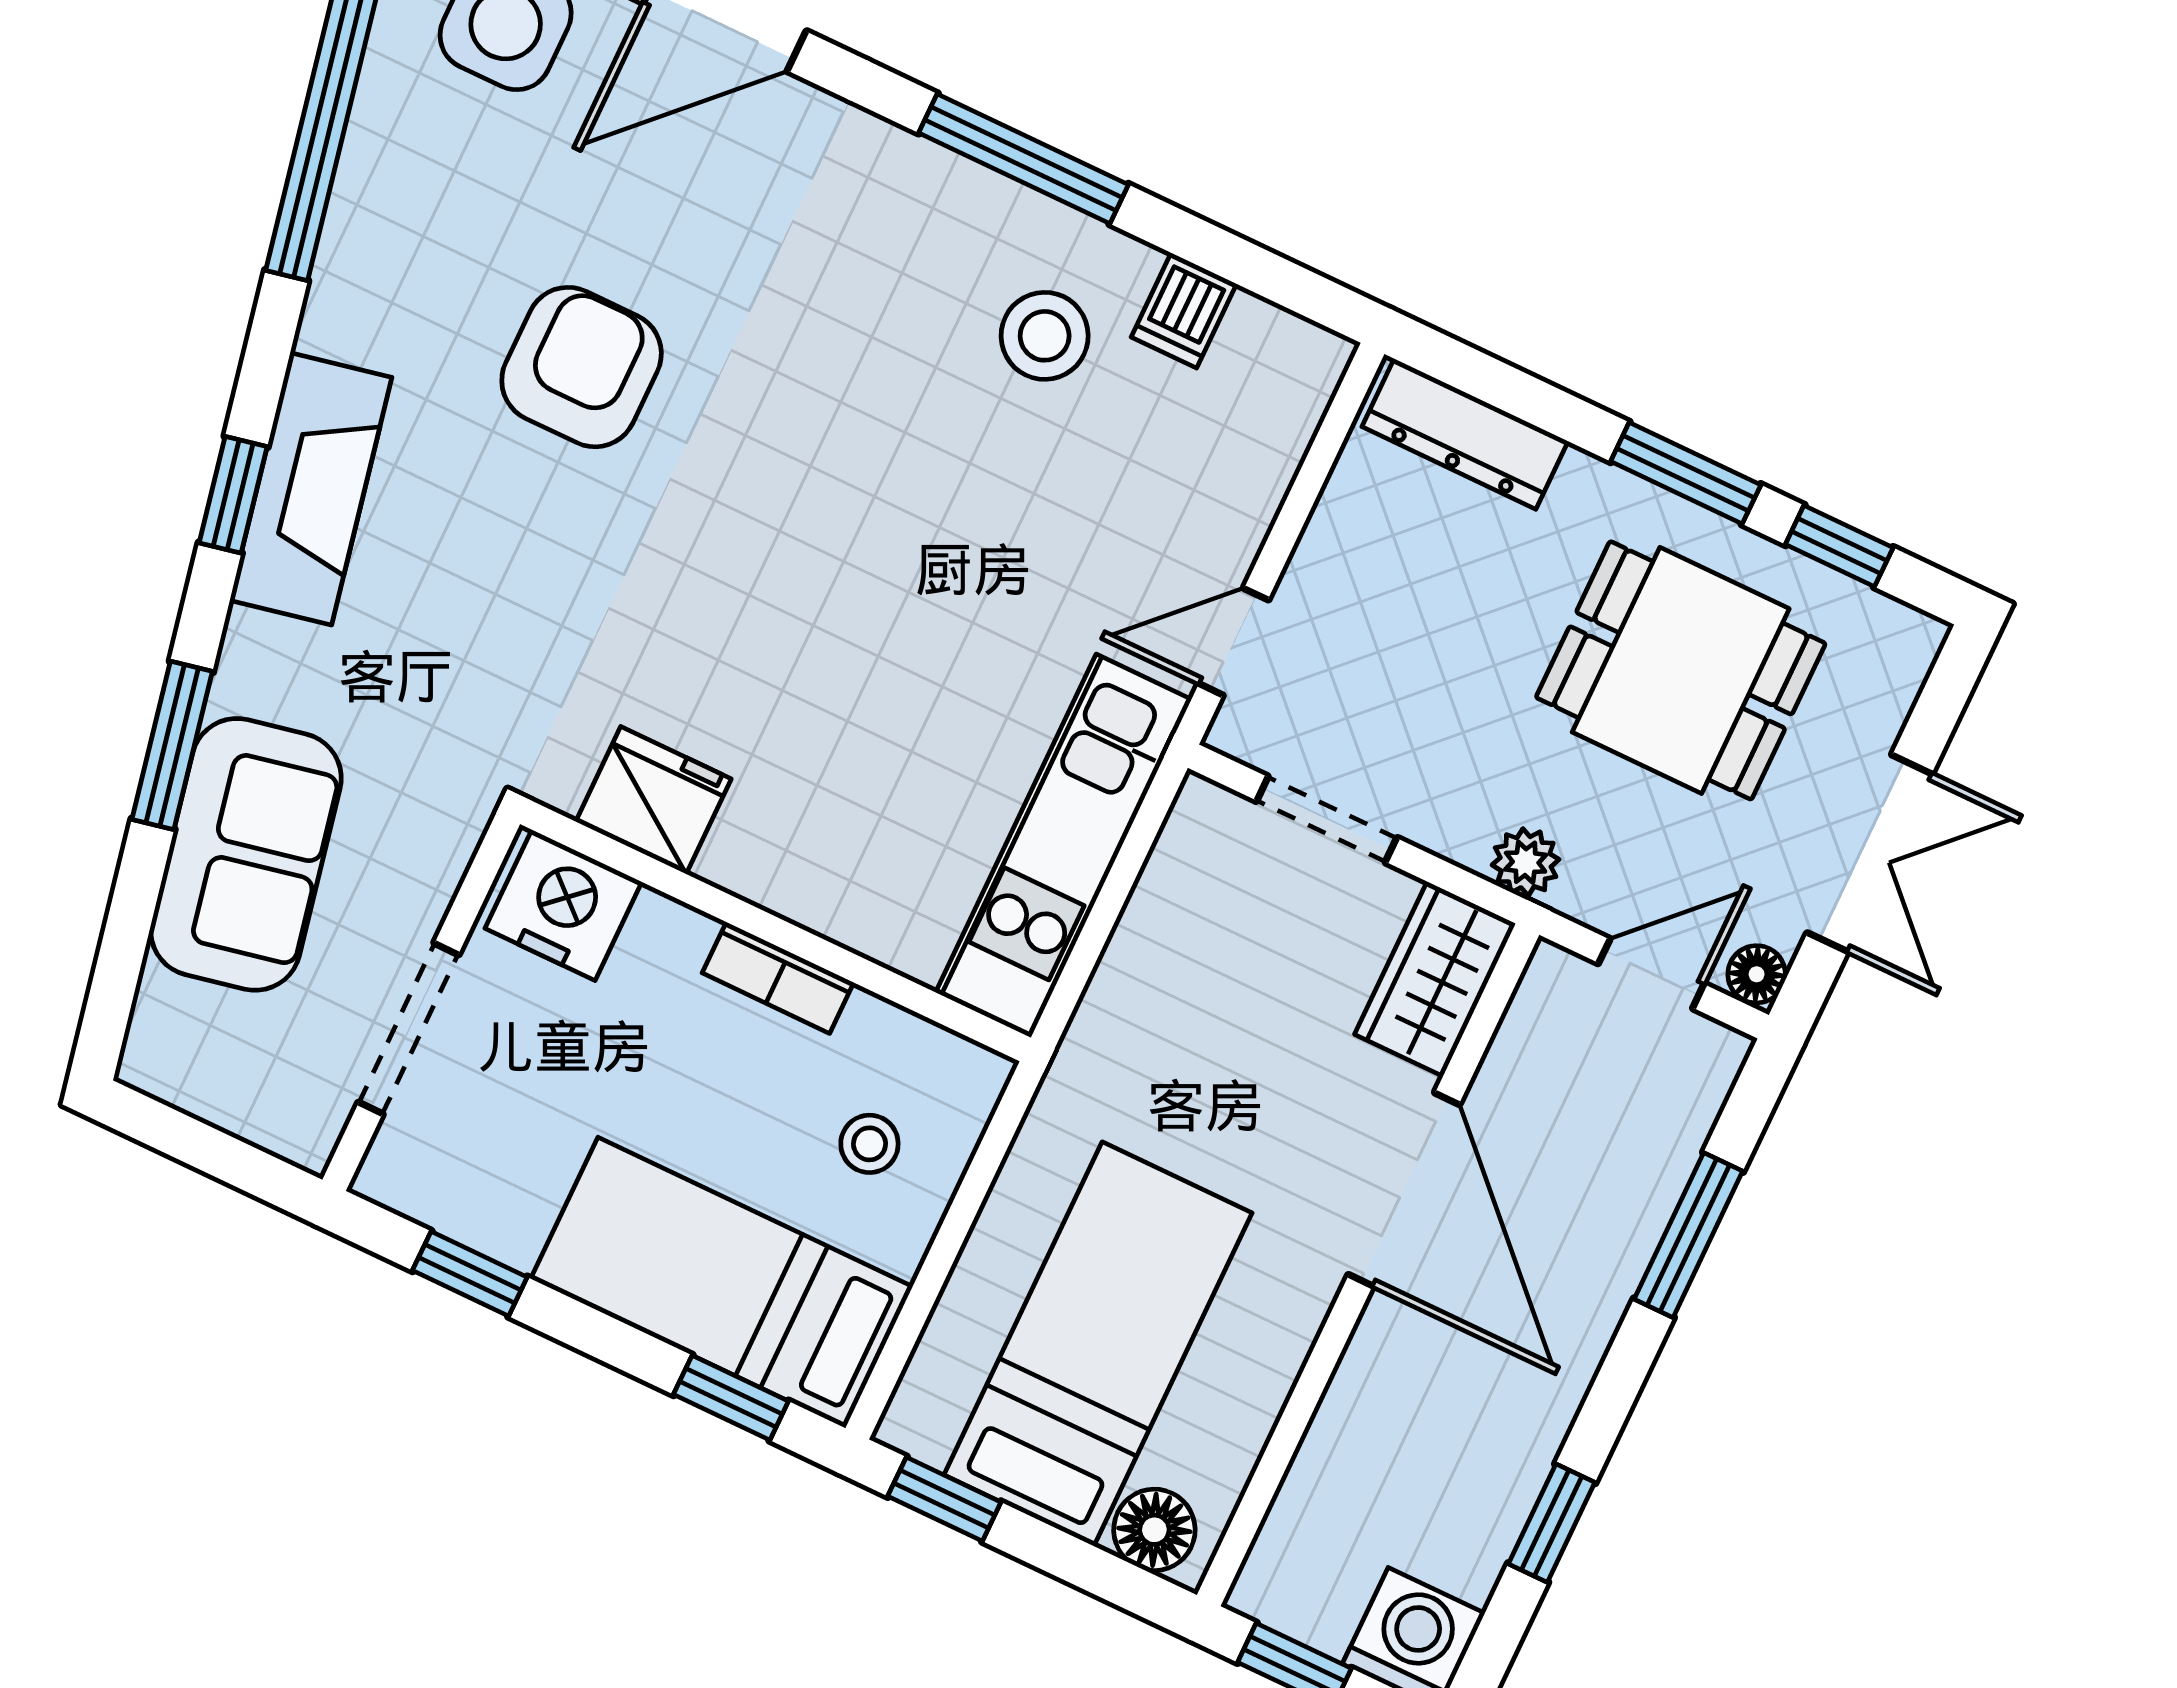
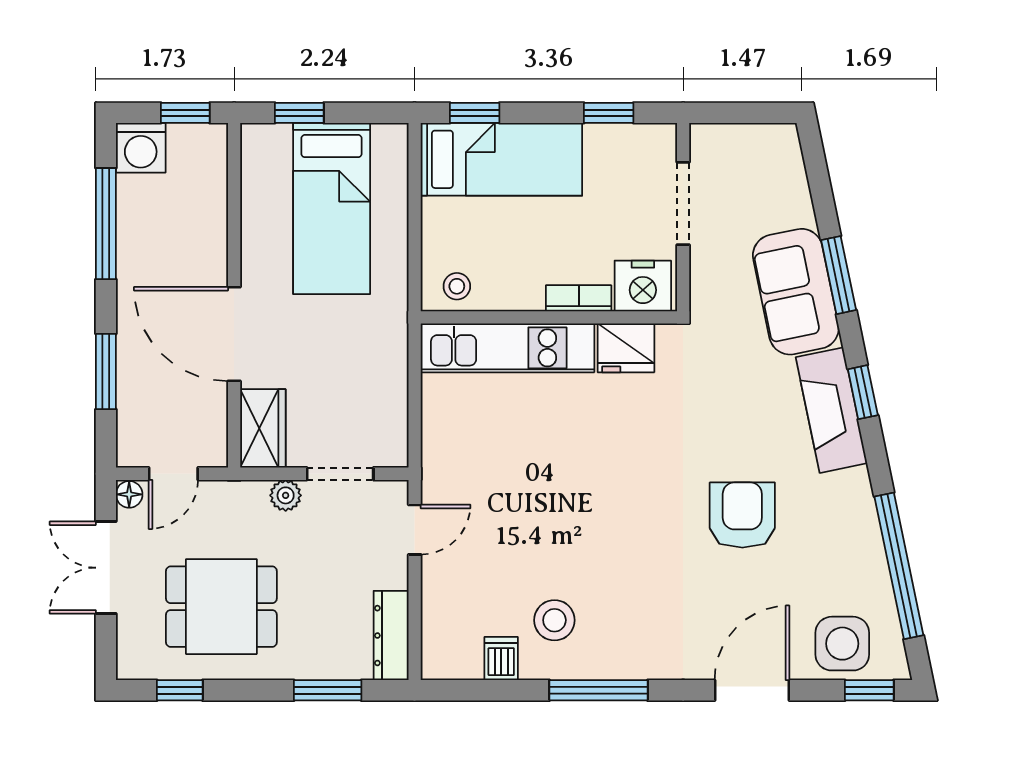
armchair: (582, 367) -> (742, 515), turned 180
dresser: (1465, 434) -> (391, 636), moved, turned -90
window: (1686, 473) -> (328, 690), moved
kitchen unit: (1064, 846) -> (507, 348), moved, turned 90
sofa: (246, 854) -> (796, 292), moved
plant: (1526, 862) -> (286, 495), moved
bookcase: (778, 978) -> (579, 298), moved
stool: (869, 1144) -> (457, 286), moved
window: (944, 1499) -> (299, 113), moved
window: (1552, 1523) -> (106, 224), width x2.17
floor lamp: (1154, 1530) -> (271, 142), removed

